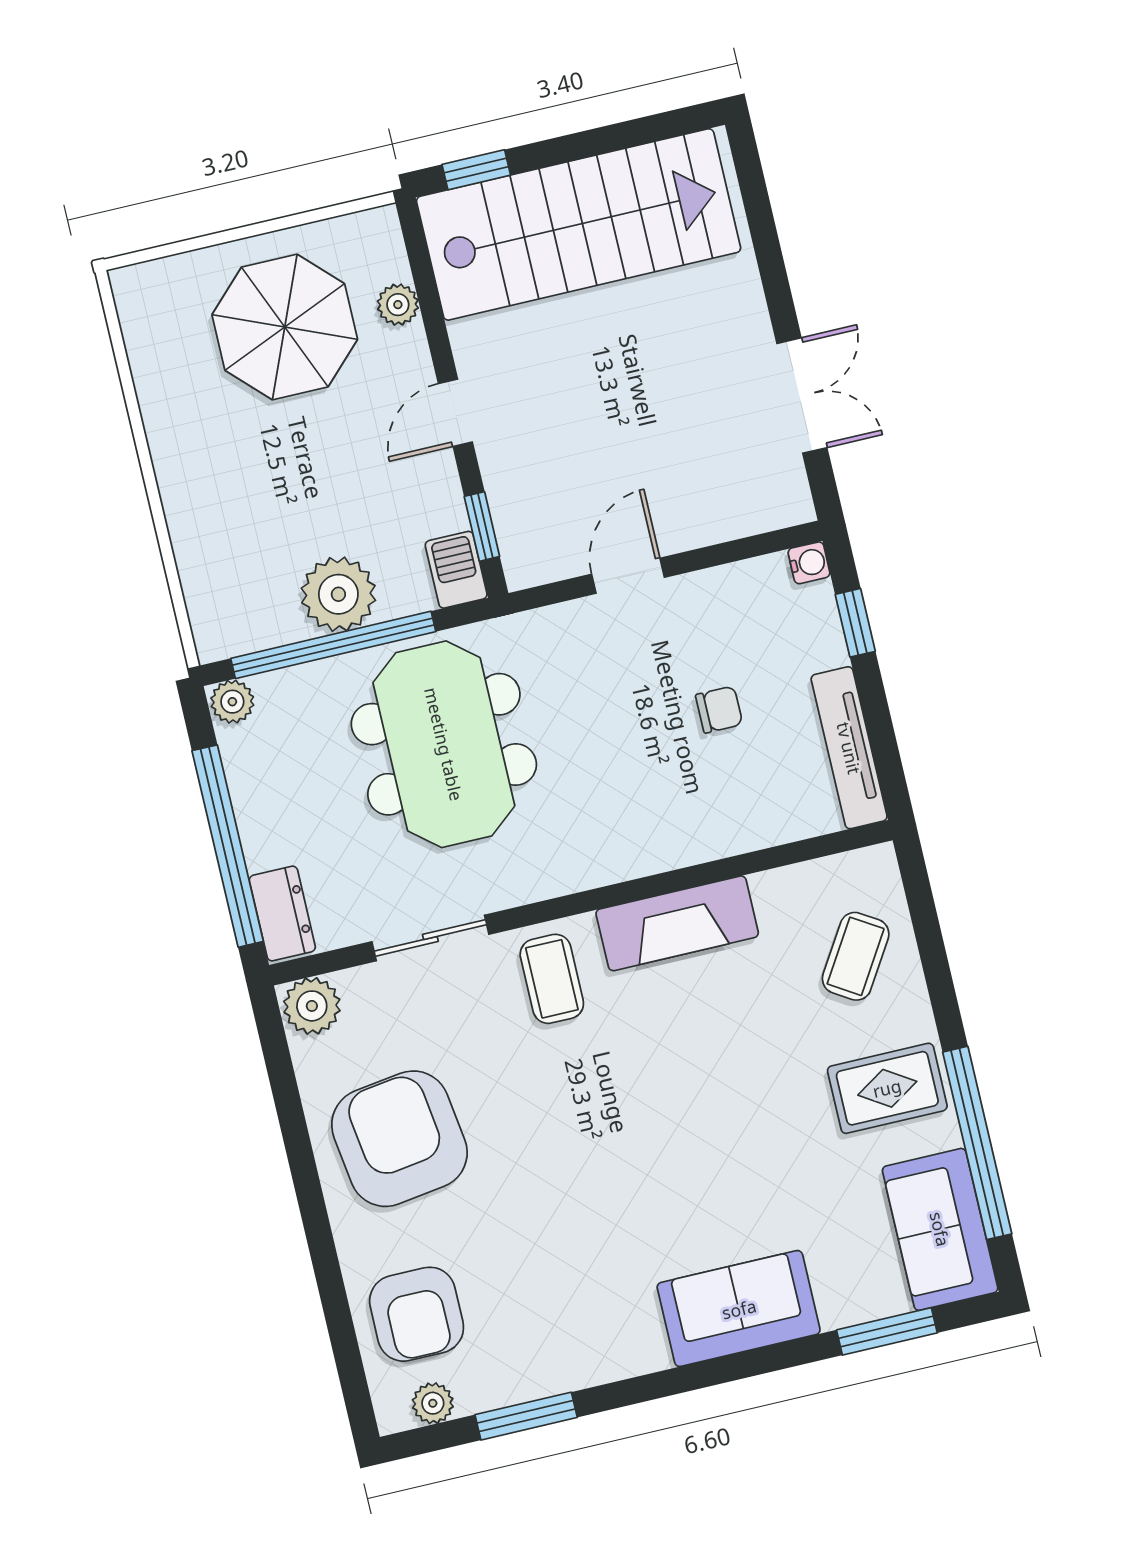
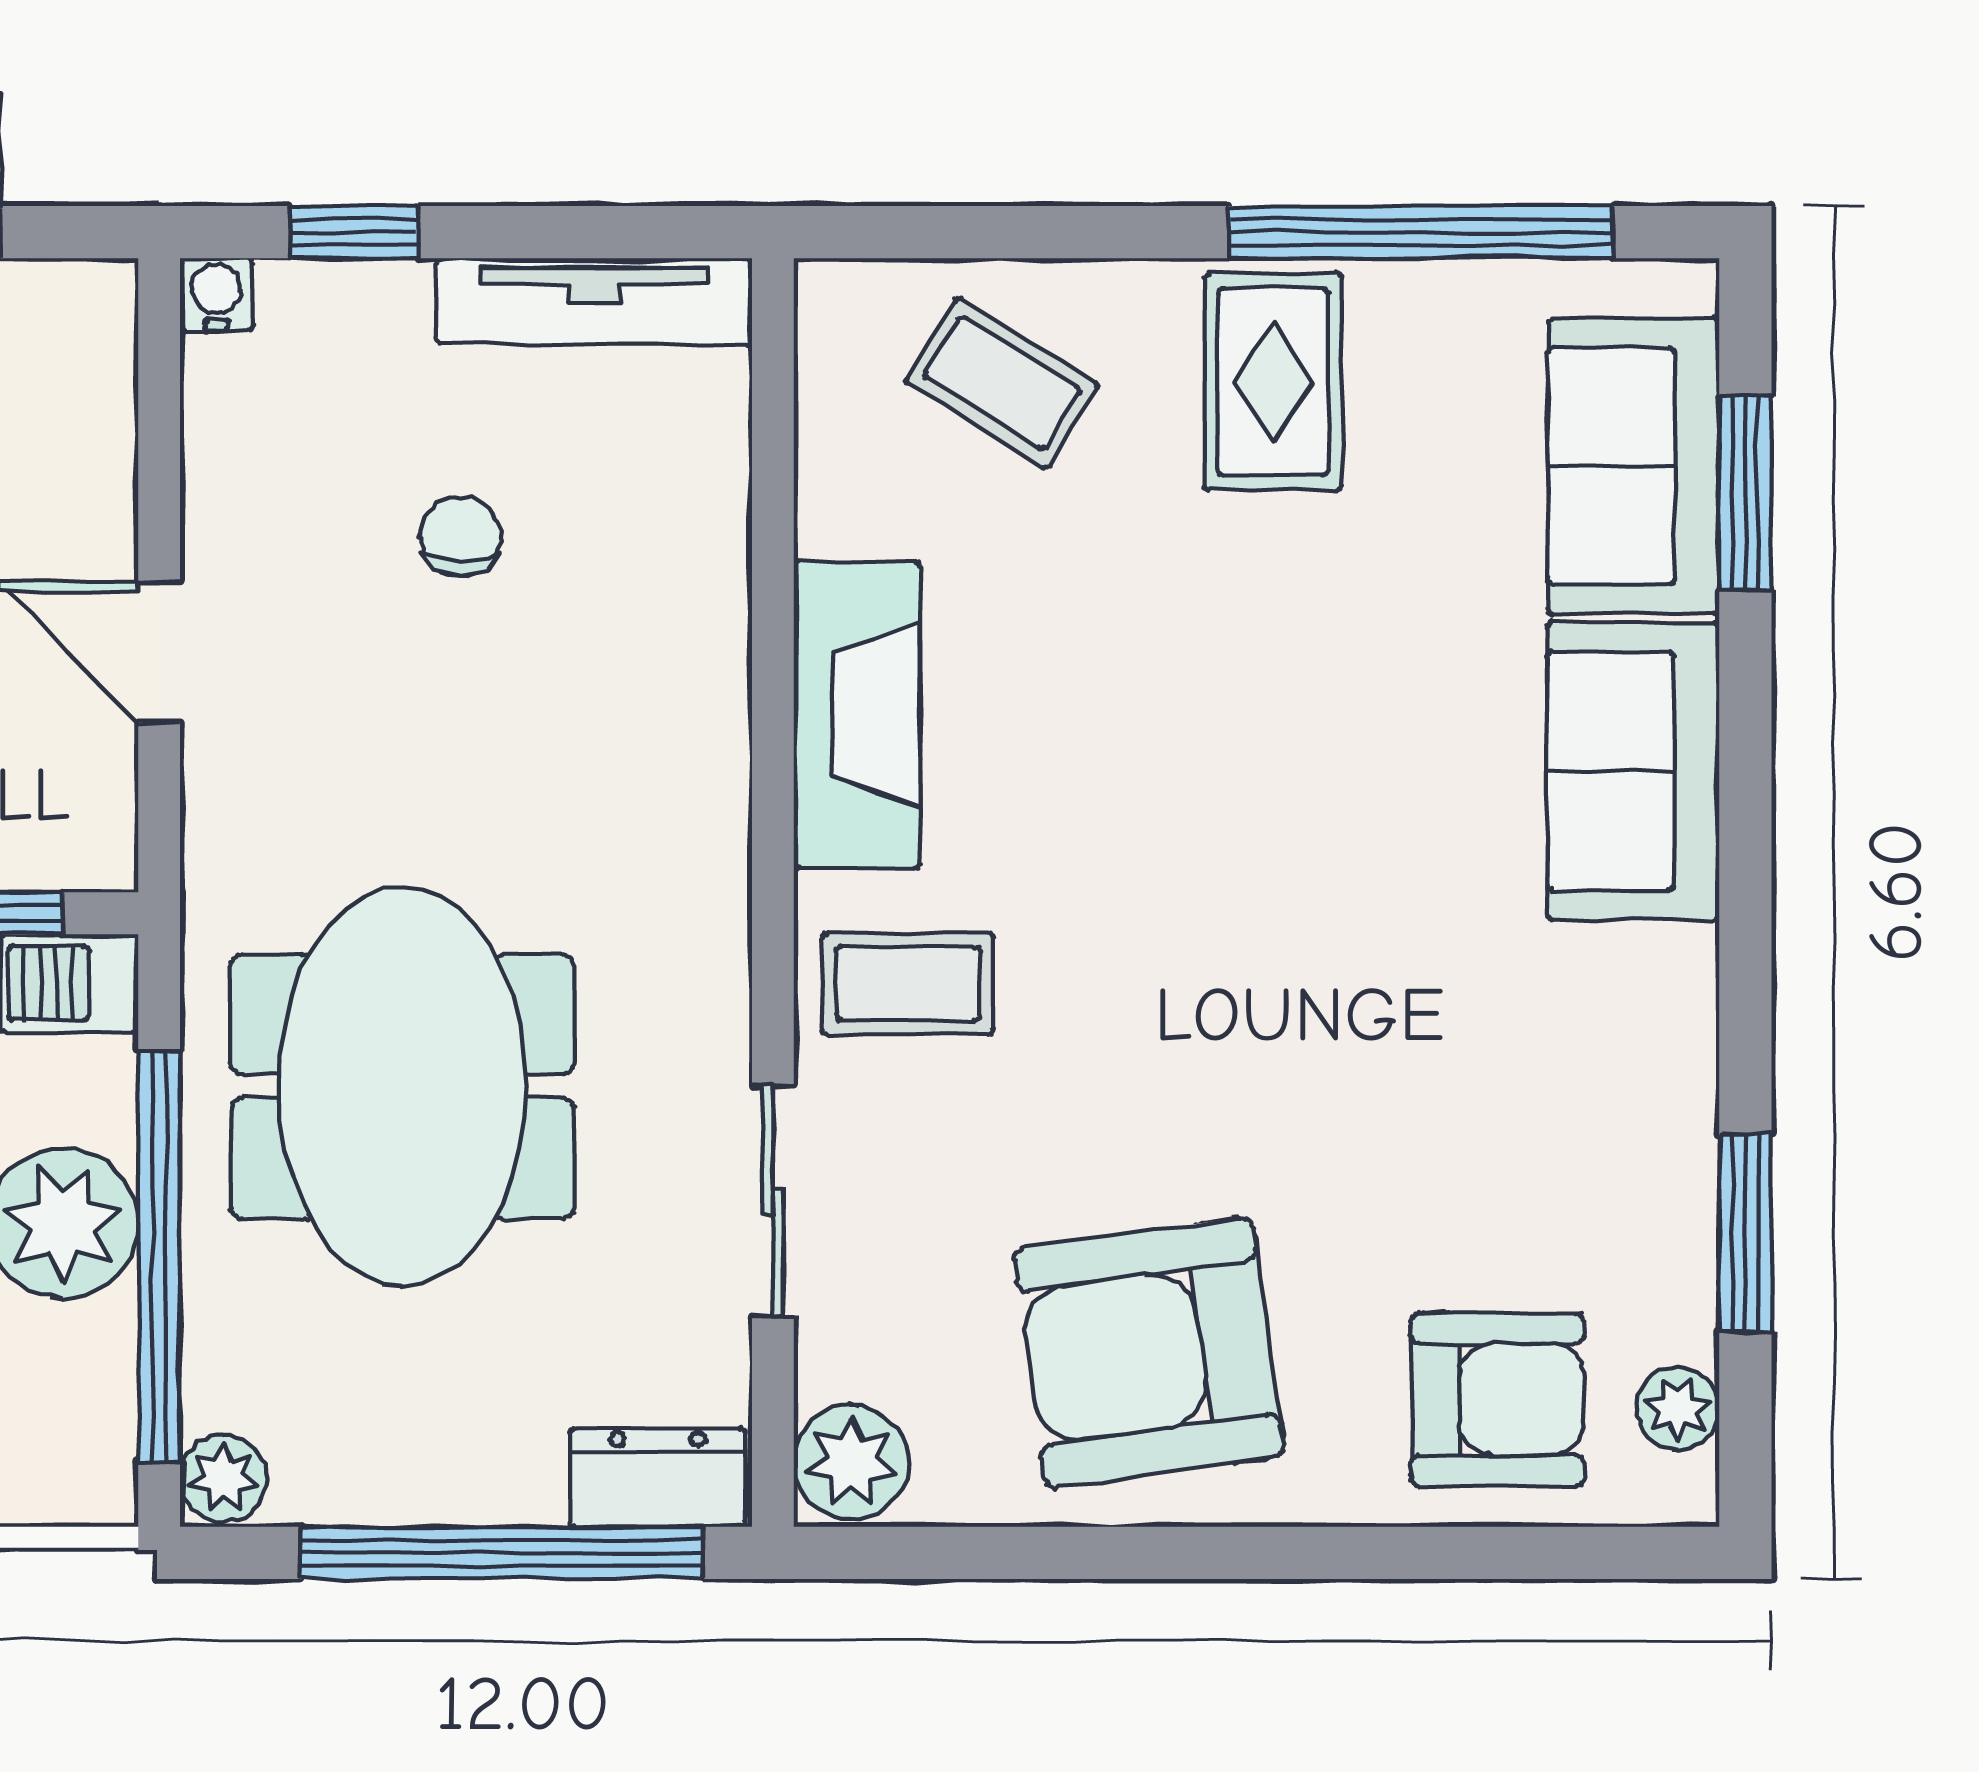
meeting table: (444, 744) -> (403, 1087), turned 90
sofa: (940, 1229) -> (1634, 466), moved, turned 90

